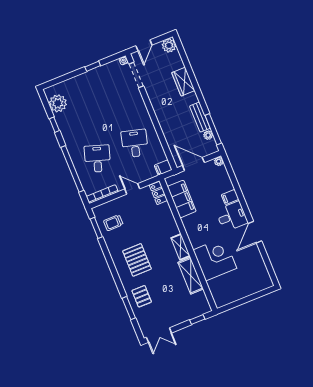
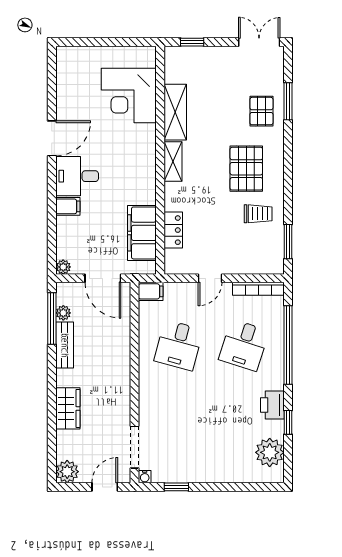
window: (93, 66) -> (176, 487), moved
printer: (67, 131) -> (272, 405), added
door: (132, 189) -> (210, 278), hinge flipped
locker: (158, 193) -> (173, 230), moved
trolley: (113, 223) -> (258, 214), moved
corner desk: (215, 259) -> (129, 96), moved

